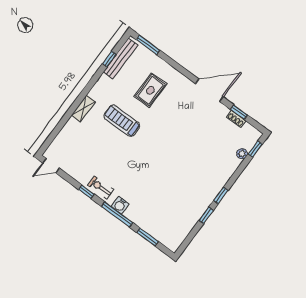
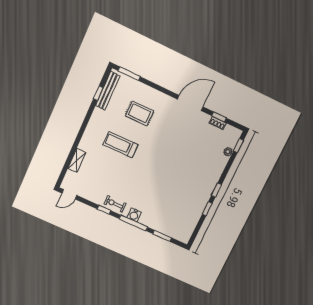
rug: (150, 90) -> (140, 113), turned 90
shelving: (83, 109) -> (77, 160), moved

